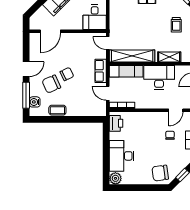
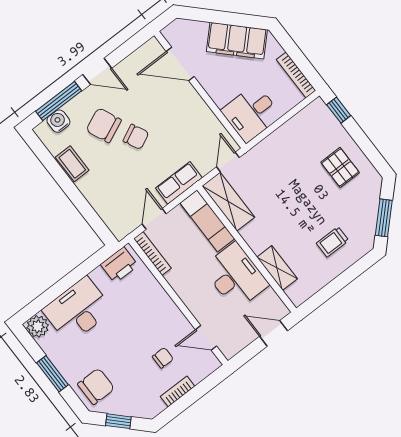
shelving: (132, 56) -> (228, 202), width x0.68
chair: (160, 173) -> (96, 386), turned 98
window: (141, 188) -> (52, 374), added

